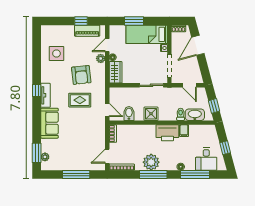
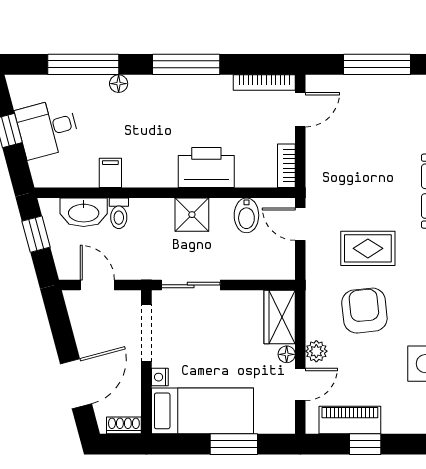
printer: (167, 133) -> (206, 167), moved
desk: (206, 159) -> (47, 128), moved, turned -105
plant: (151, 162) -> (192, 95), removed

